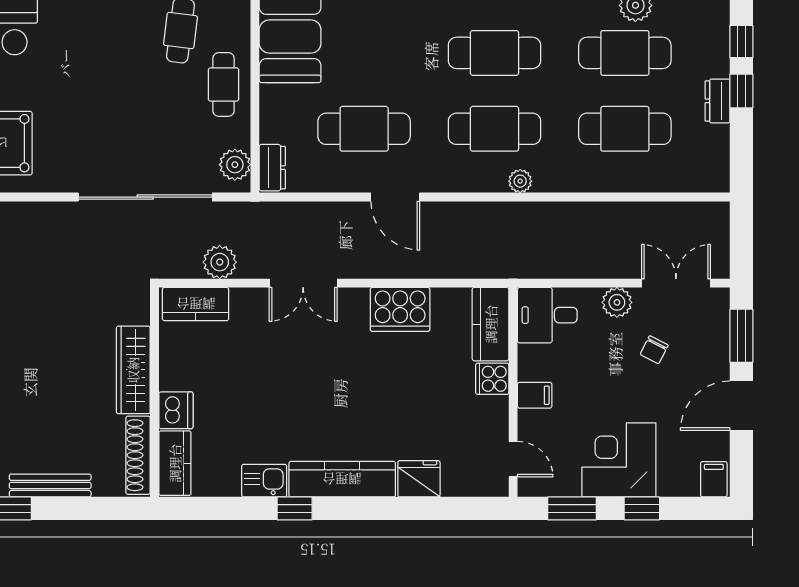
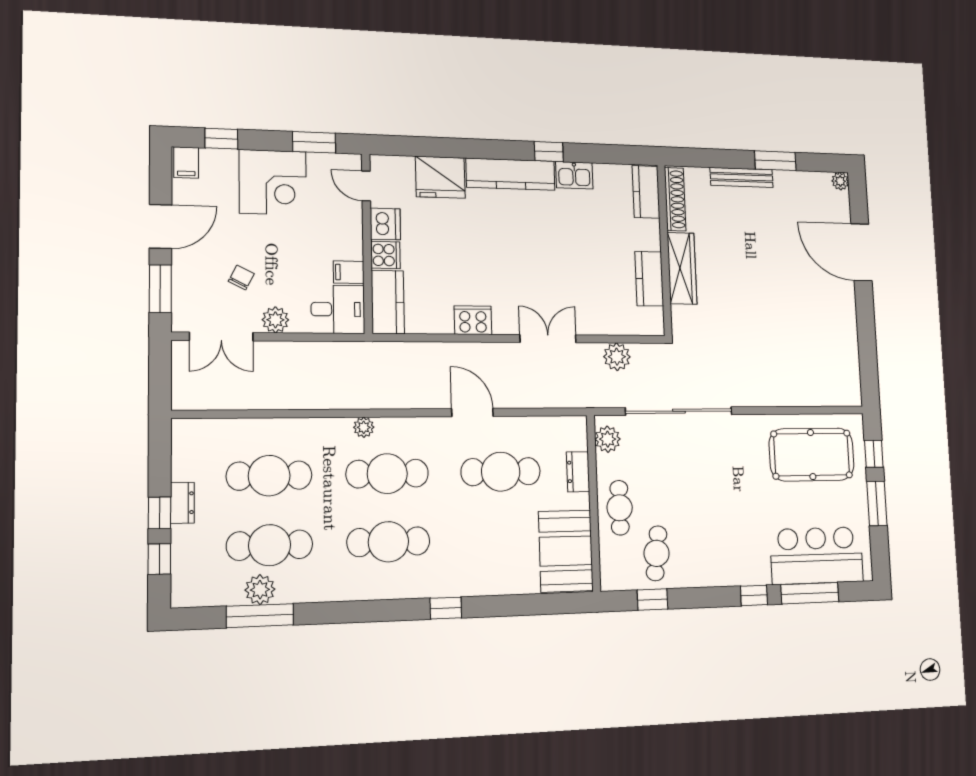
dresser: (272, 168) -> (578, 472), moved
kitchen counter: (196, 304) -> (649, 279), moved, turned -90
cooker: (400, 309) -> (473, 320), width x0.73, depth x0.76
filing cabinet: (535, 395) -> (349, 272), moved
dishwasher: (176, 410) -> (385, 224), moved, turned 180
fridge: (419, 479) -> (440, 177), width x1.36, depth x1.34
window: (642, 508) -> (221, 139), moved

